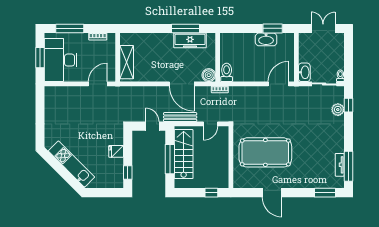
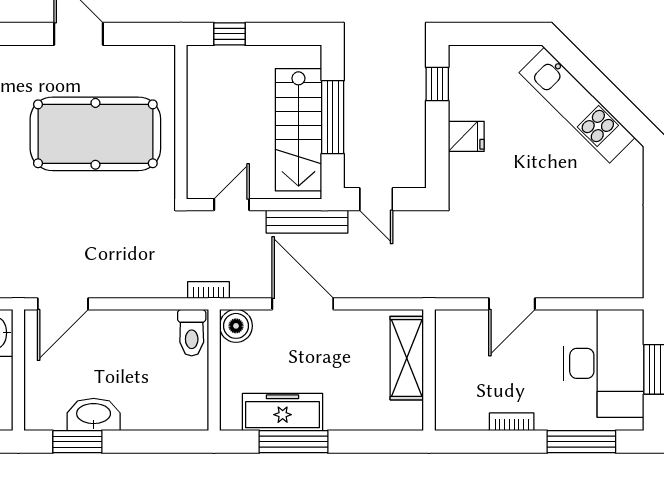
wall: (118, 57) -> (429, 370), moved
shelving: (127, 62) -> (407, 358), moved

